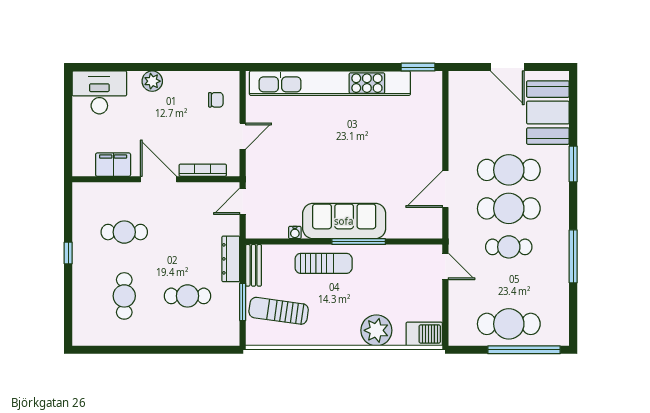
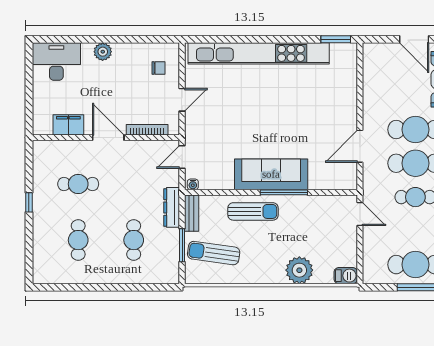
water cooler: (295, 232) -> (193, 184), moved
cafe table: (188, 296) -> (134, 240), turned 90
barbecue: (424, 334) -> (346, 276), width x0.73, depth x0.79

